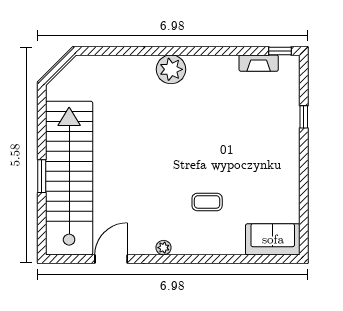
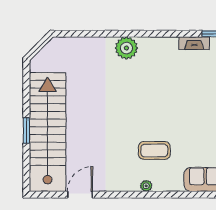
coffee table: (207, 202) -> (154, 151), width x1.36, depth x1.30
plant: (164, 248) -> (146, 186), moved

